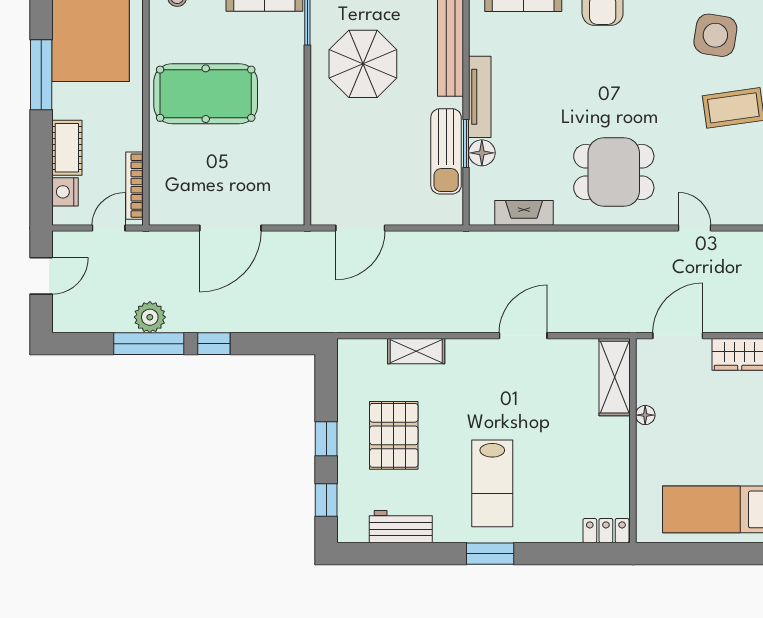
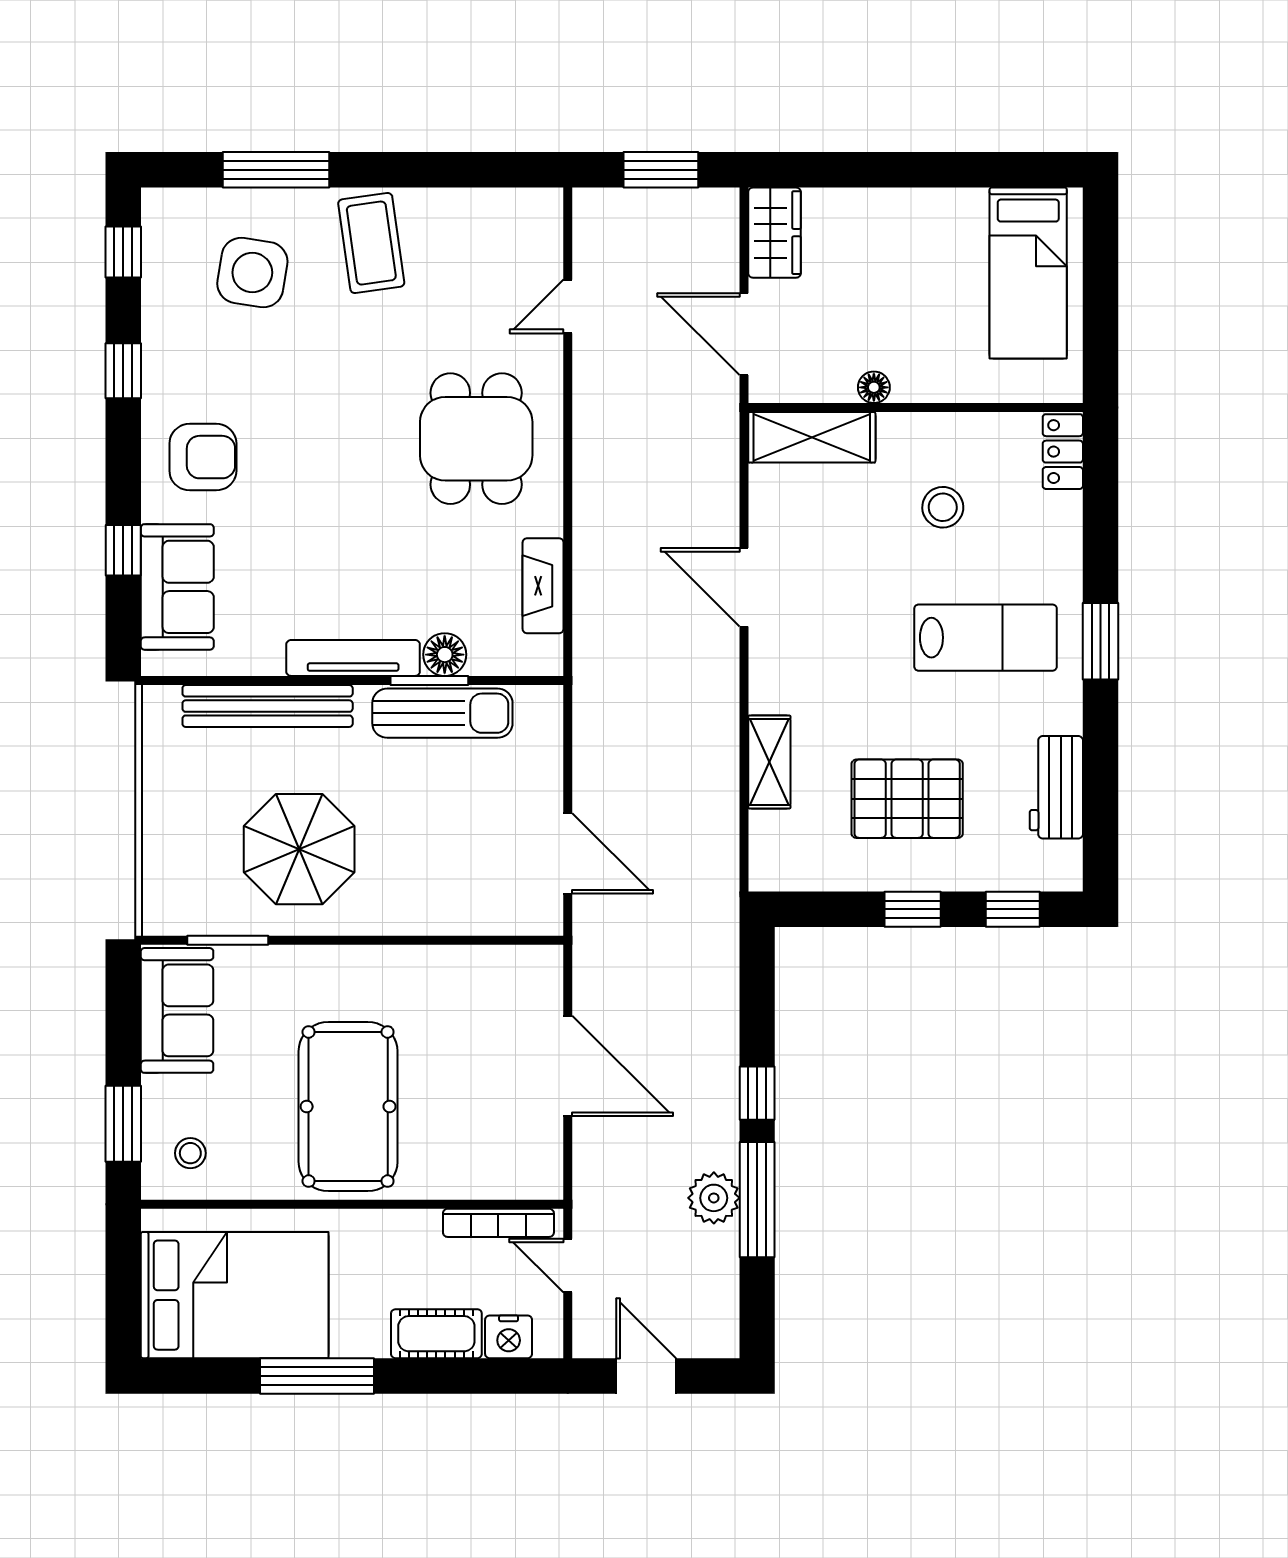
stool: (572, 457) -> (943, 507), added

